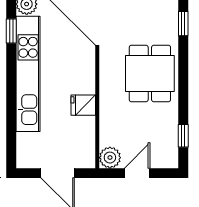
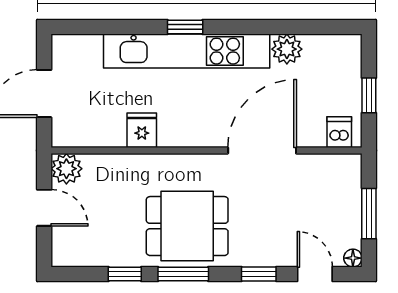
window: (11, 31) -> (185, 27), moved
window: (183, 76) -> (183, 274), added
window: (183, 136) -> (125, 274), moved

